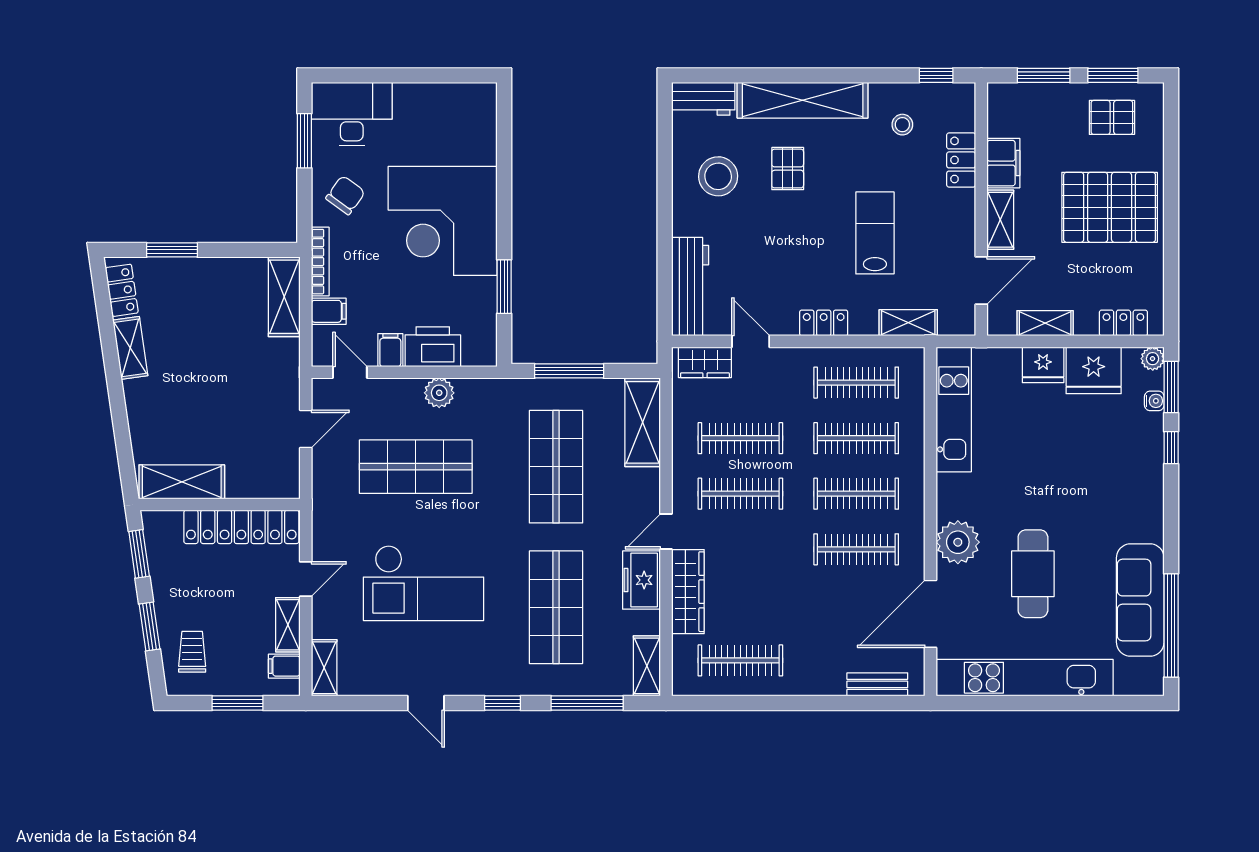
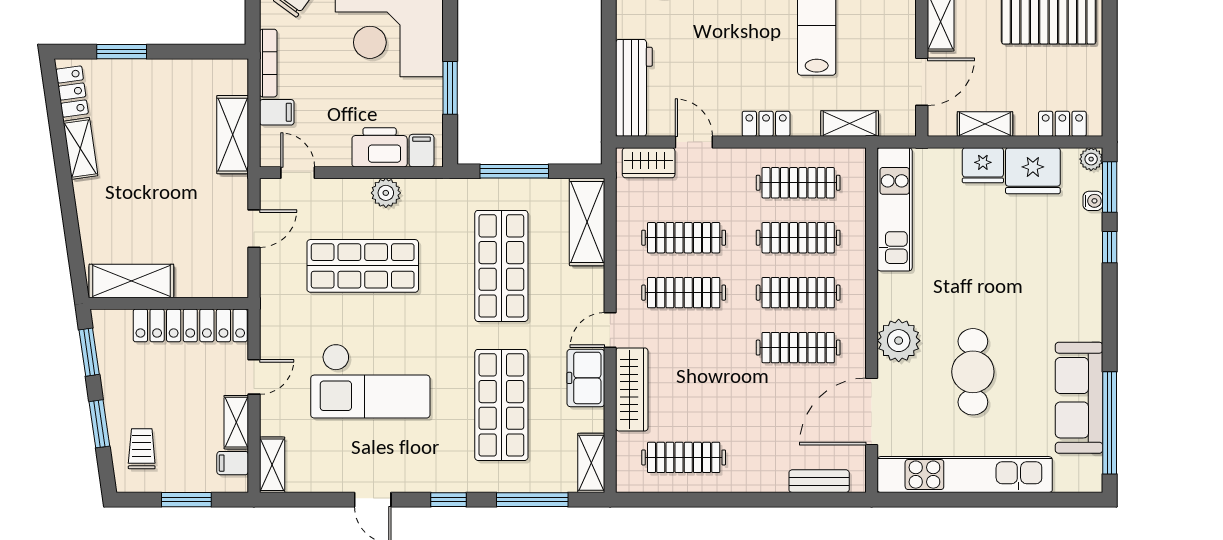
shelving: (284, 297) -> (233, 135), moved
filing cabinet: (390, 350) -> (422, 151), moved

